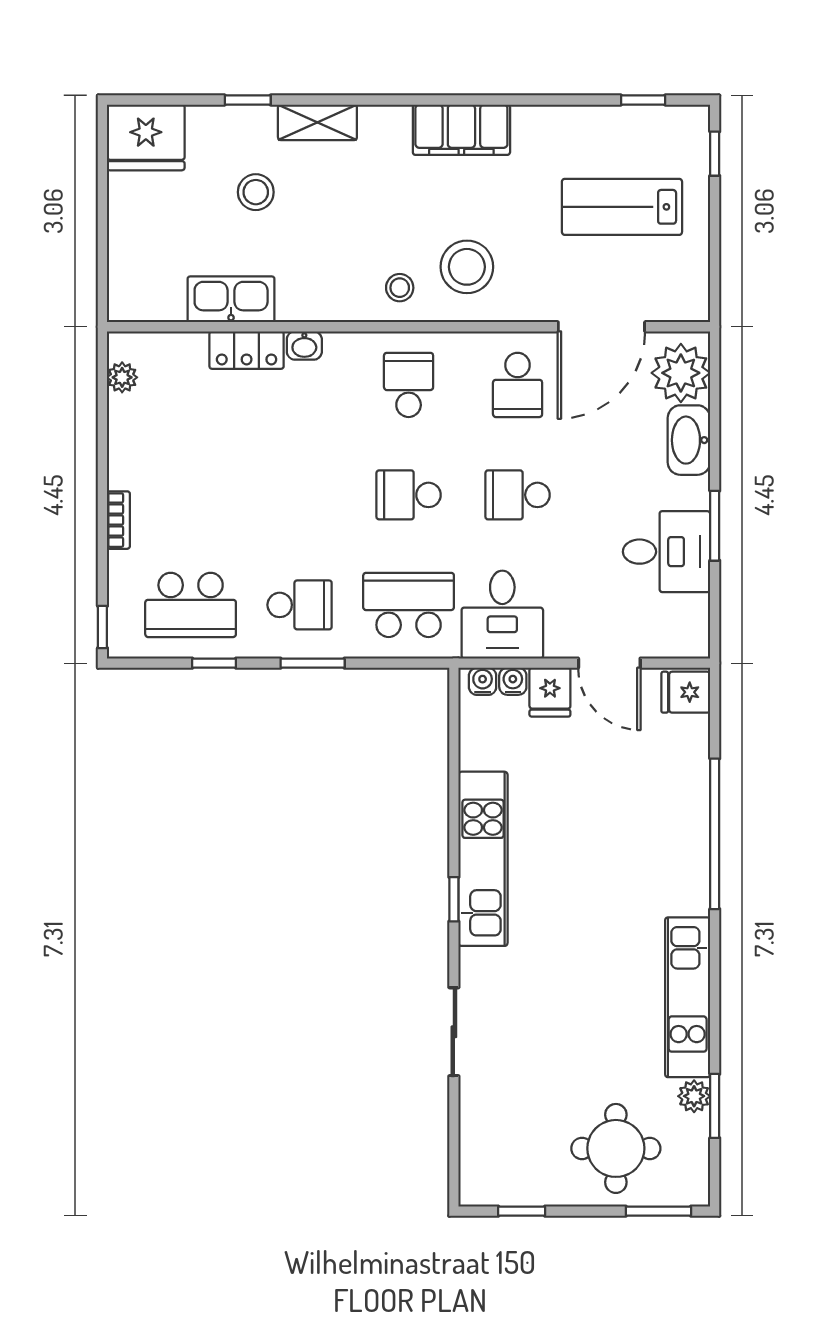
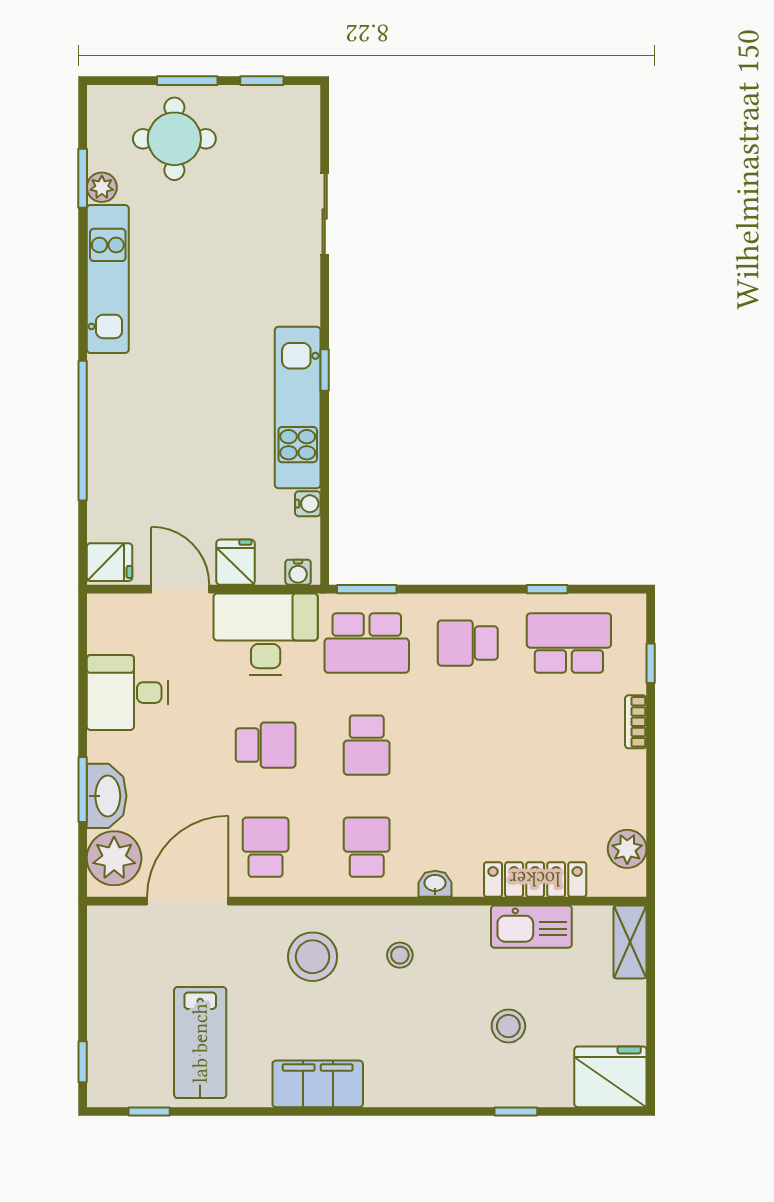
shelving: (317, 122) -> (630, 942), moved, turned 90
lab bench: (622, 207) -> (200, 1043), moved, turned 90
stool: (400, 288) -> (400, 955), moved
washbasin: (304, 345) -> (435, 884), moved
locker: (247, 350) -> (535, 879), width x1.53
plant: (122, 377) -> (627, 849), width x1.38, depth x1.38
school desk: (409, 385) -> (367, 847), turned 180
school desk: (409, 495) -> (367, 745), turned 90
window: (715, 526) -> (83, 789), moved
desk: (502, 615) -> (266, 634), width x1.37
window: (102, 627) -> (651, 663), moved
window: (313, 663) -> (367, 589), moved
water cooler: (513, 681) -> (308, 504), moved, turned -90
sliding door: (454, 1032) -> (325, 214), moved
window: (658, 1211) -> (187, 81), moved

